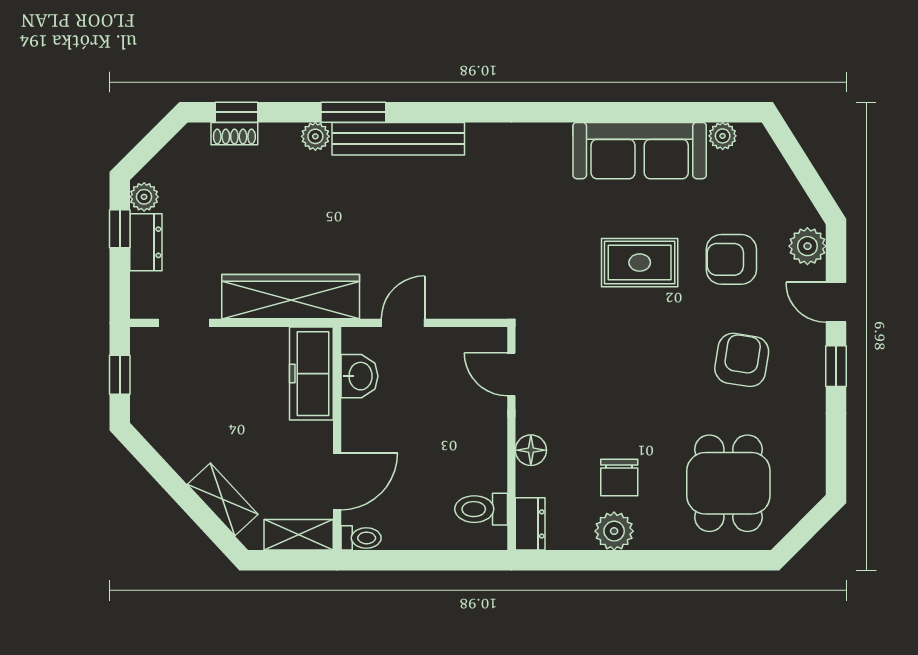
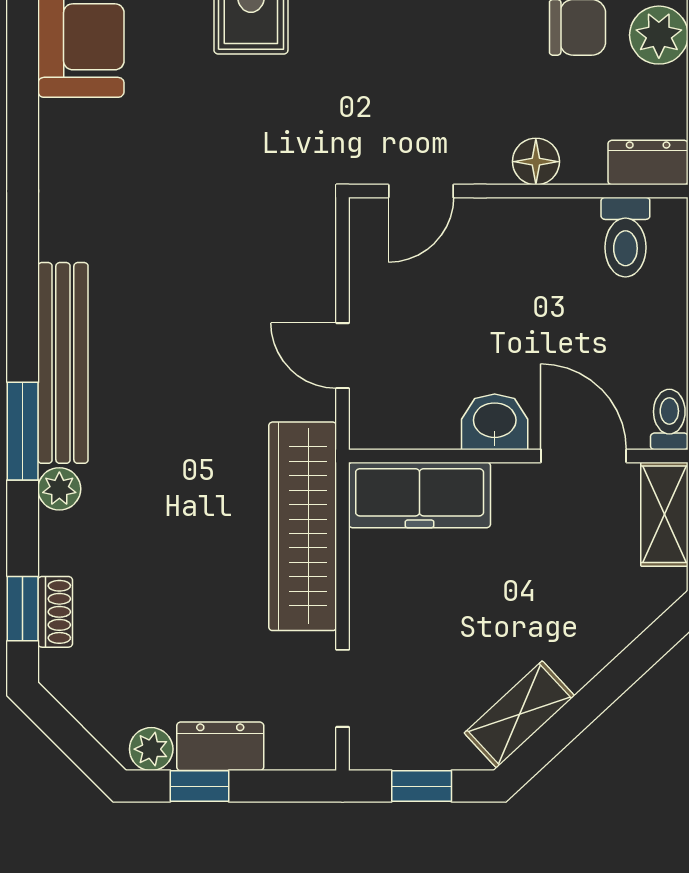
washbasin: (359, 376) -> (495, 422), moved
shelving: (223, 499) -> (519, 714), moved

